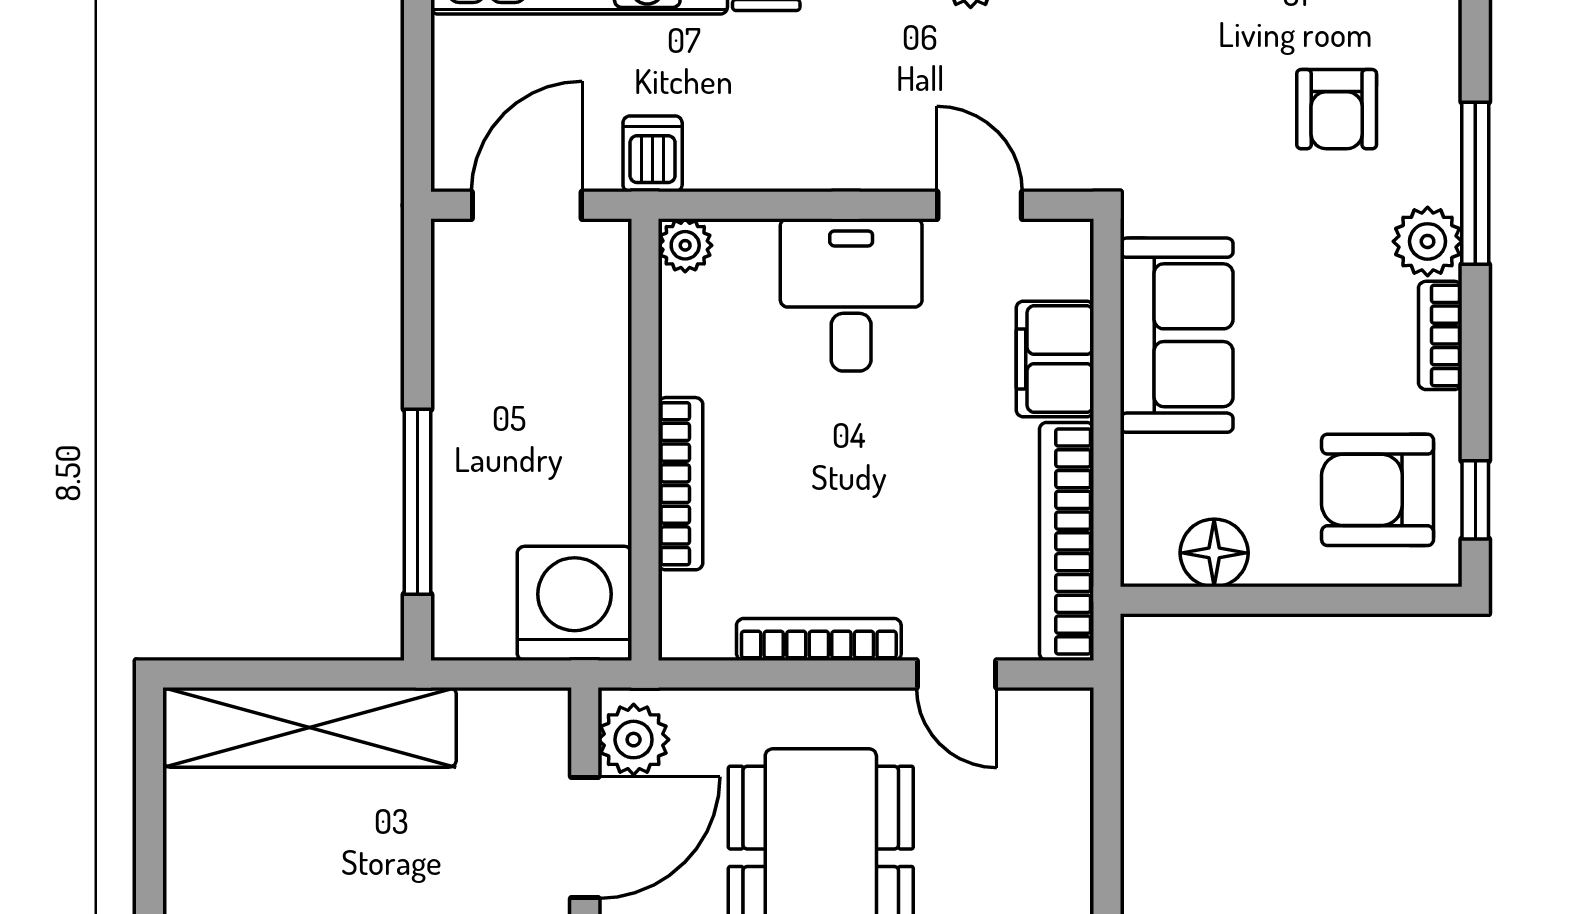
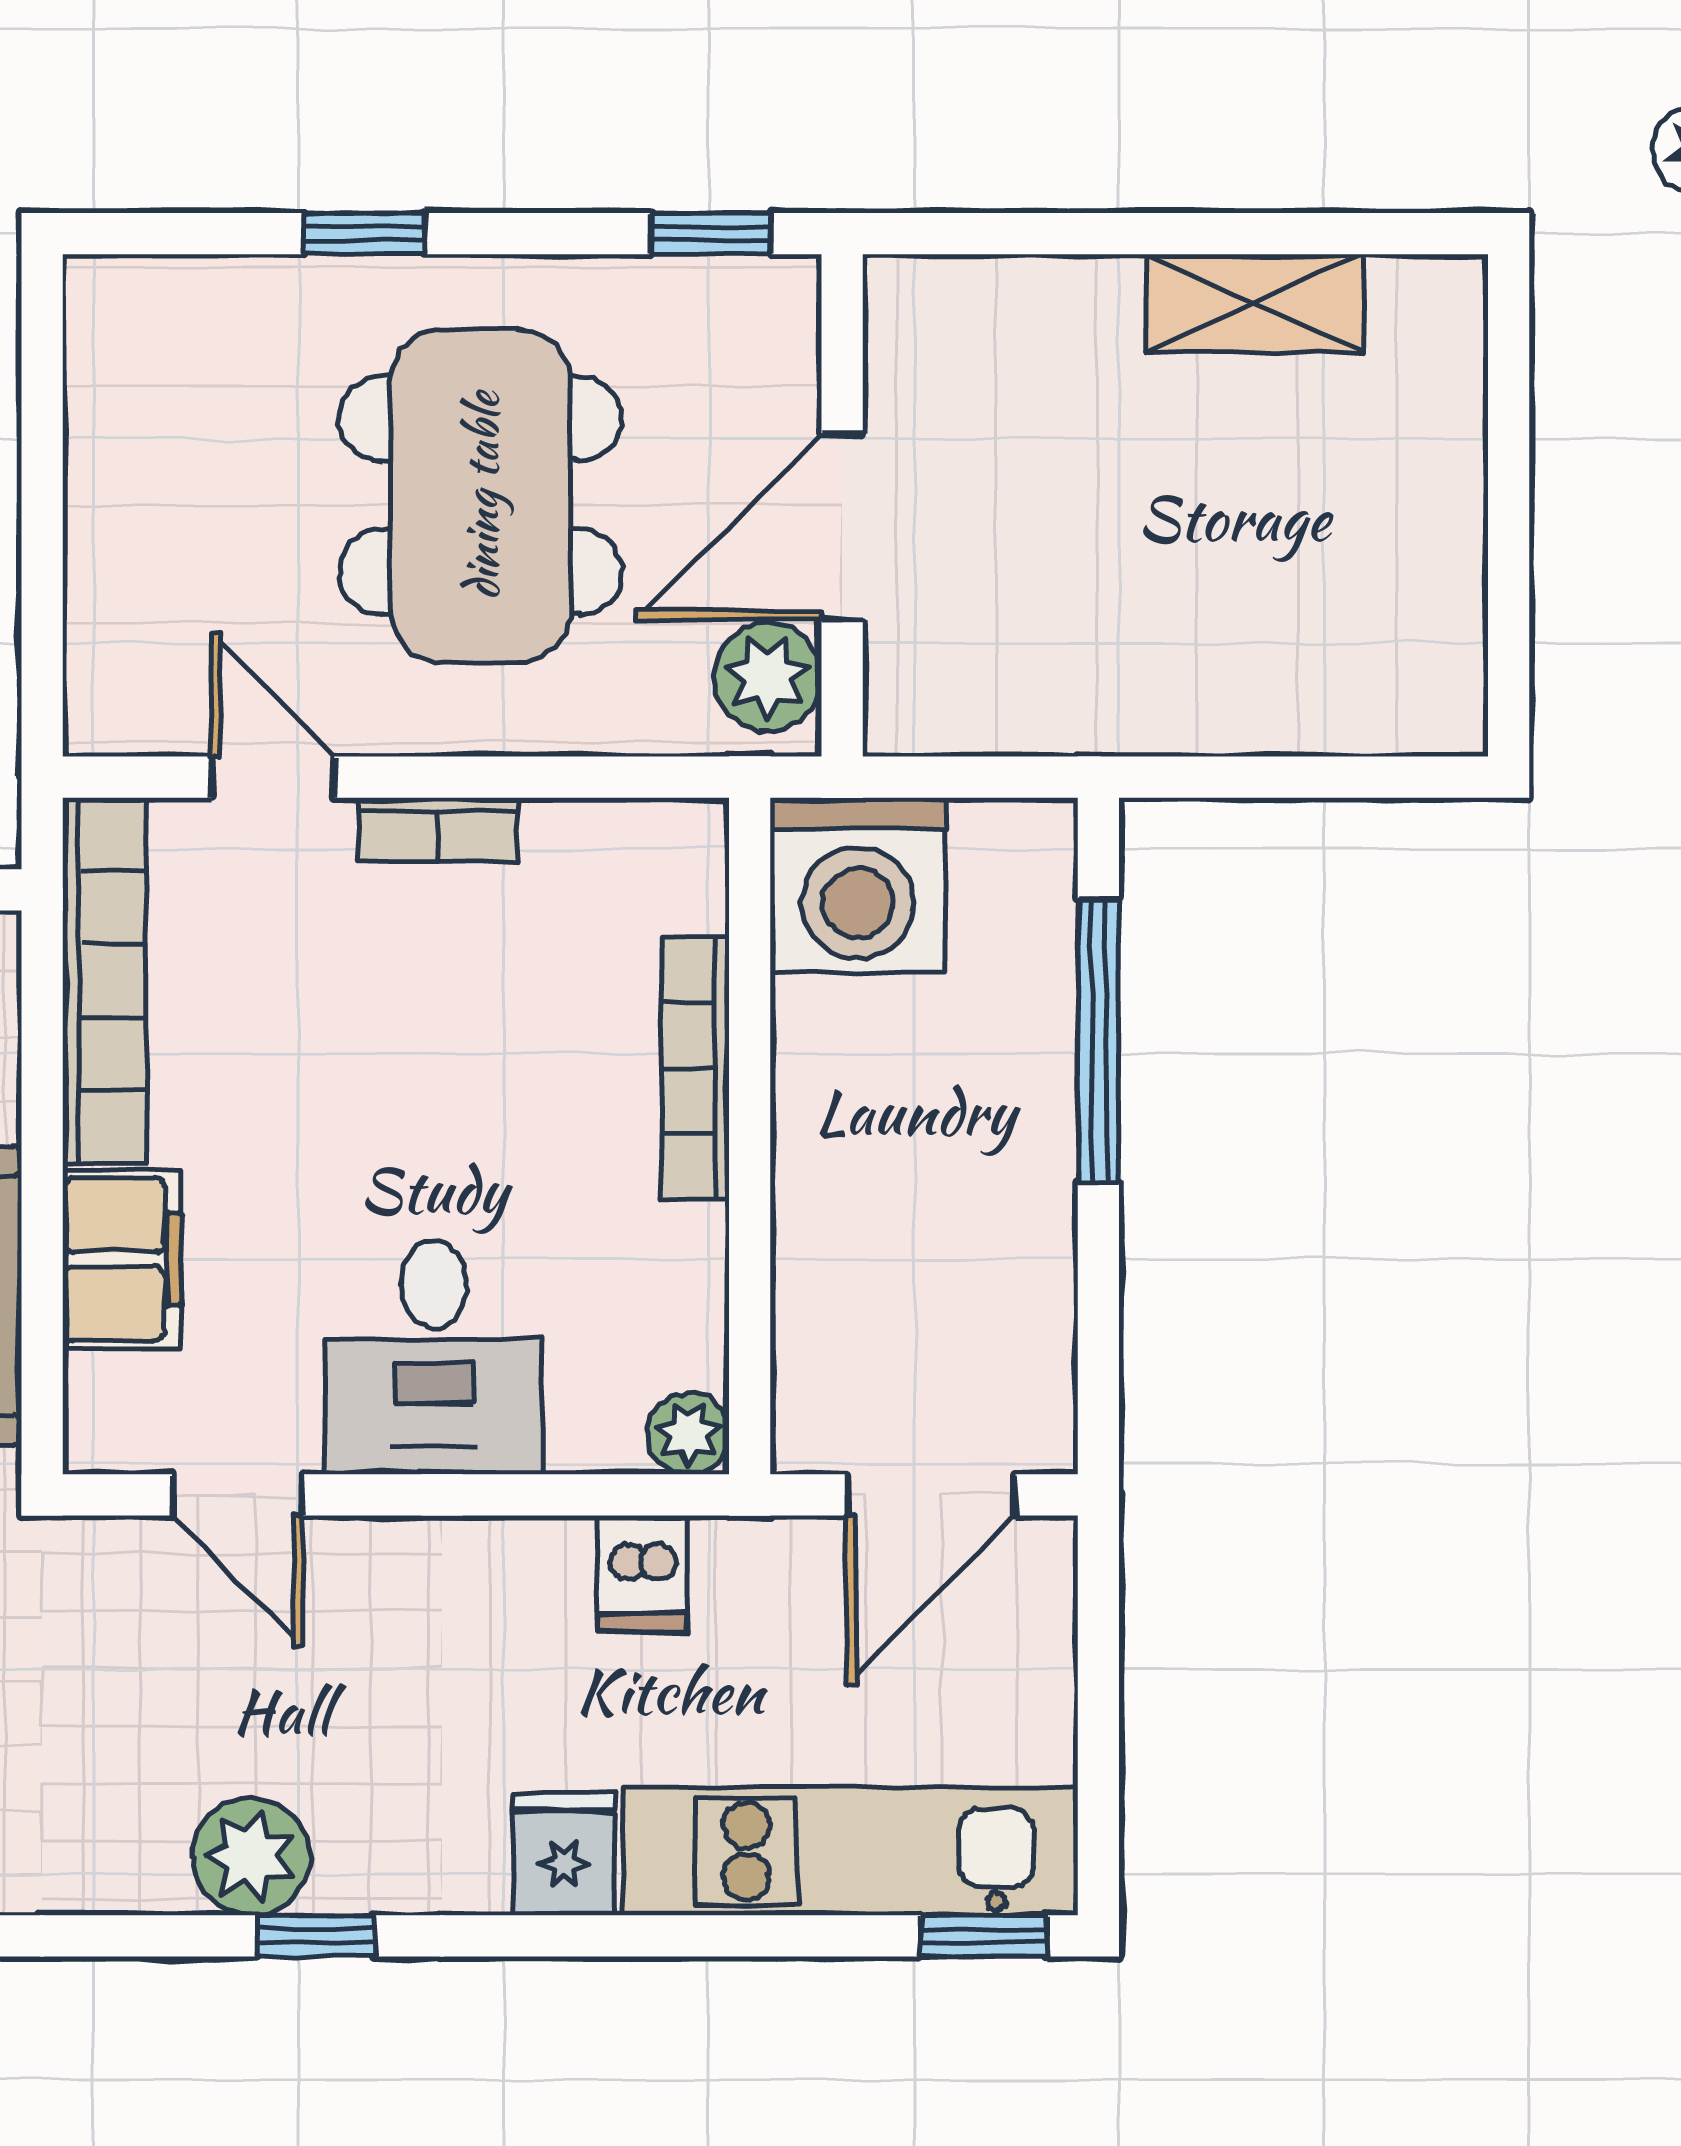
dishwasher: (653, 154) -> (642, 1574), moved
bookcase: (819, 639) -> (438, 830), width x0.64
shelving: (310, 727) -> (1264, 695), removed

